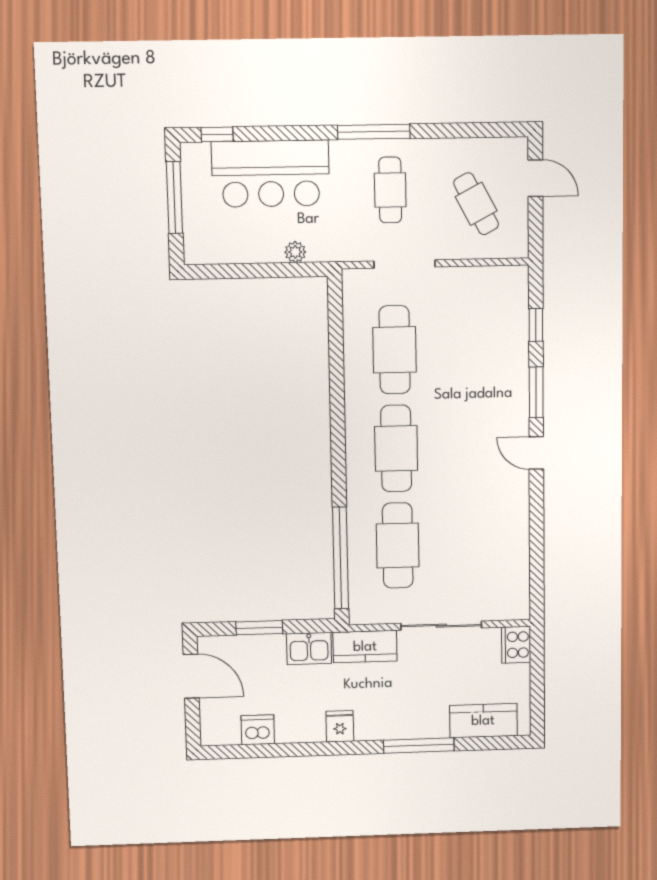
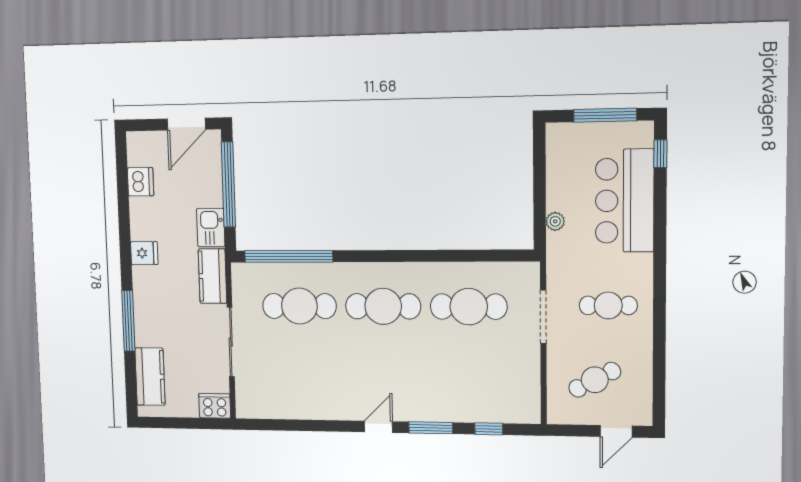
window: (374, 132) -> (660, 292), removed
window: (259, 628) -> (228, 185), width x2.11

